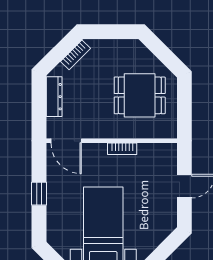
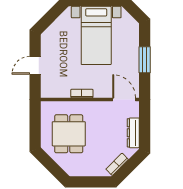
dining table: (140, 95) -> (69, 134), turned 90
window: (39, 194) -> (145, 60), width x1.50

